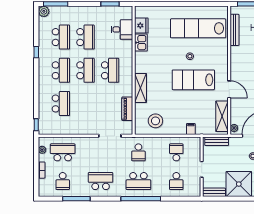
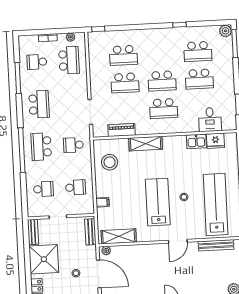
school desk: (61, 70) -> (125, 83), moved
door: (229, 89) -> (178, 241), moved
school desk: (176, 181) -> (43, 189), turned 180

